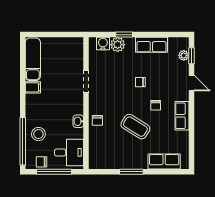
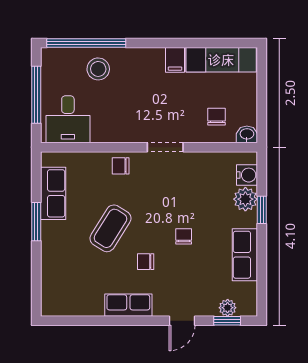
doorway: (86, 81) -> (165, 147), moved
washbasin: (78, 121) -> (247, 134), moved
row of seats: (164, 161) -> (53, 193), moved
chair: (42, 162) -> (217, 117), moved

